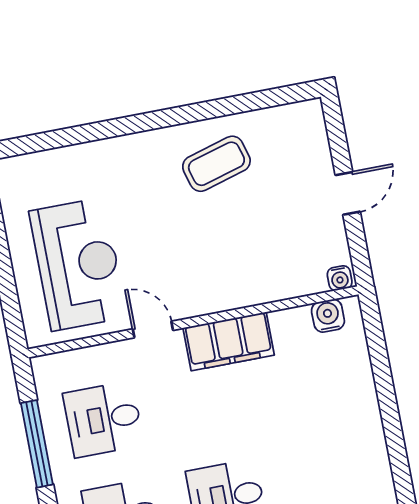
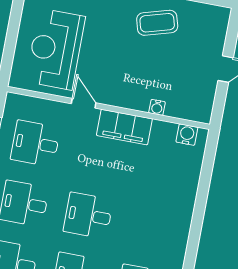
reception desk: (78, 264) -> (55, 49), turned 180
water cooler: (340, 278) -> (157, 107), moved

